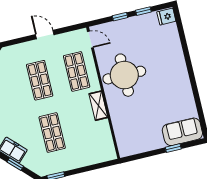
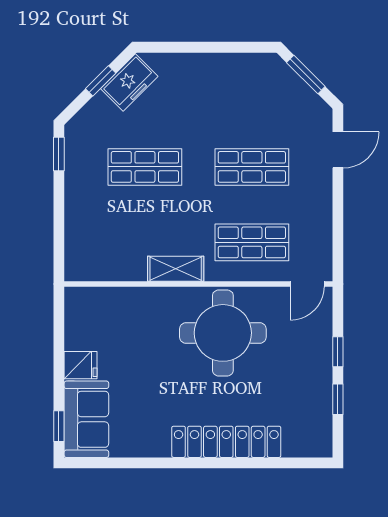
fridge: (166, 17) -> (81, 365), moved, turned 90
door: (45, 35) -> (338, 150), moved
locker: (177, 61) -> (226, 442), added
window: (173, 148) -> (59, 426), moved

